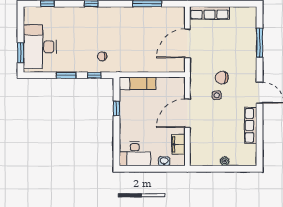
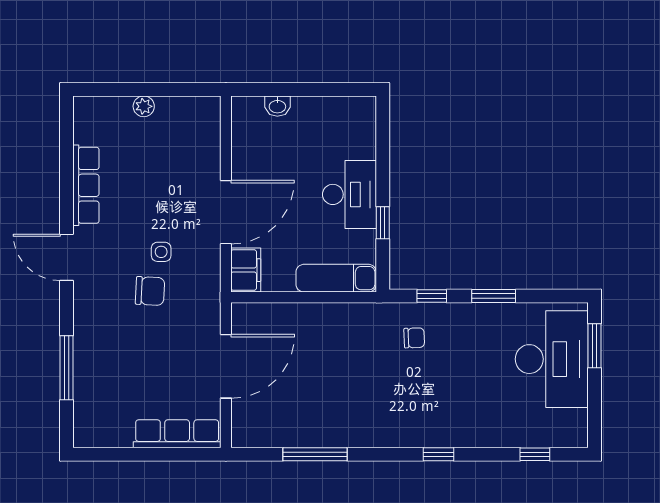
filing cabinet: (178, 144) -> (246, 270), moved
desk: (135, 154) -> (349, 194), moved, turned 90

